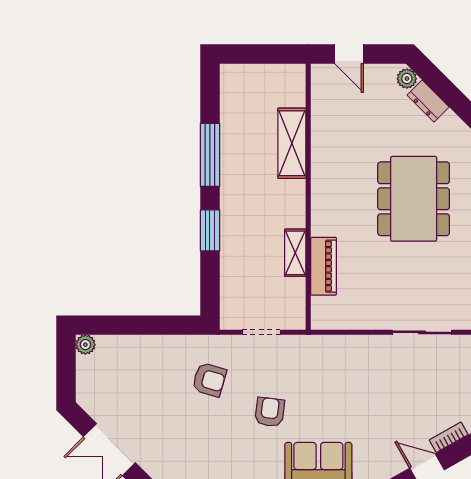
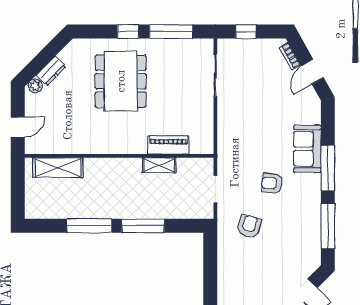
shelving: (292, 143) -> (58, 168), moved
dining table: (414, 199) -> (121, 81), turned 90
window: (210, 230) -> (143, 226), width x1.44

